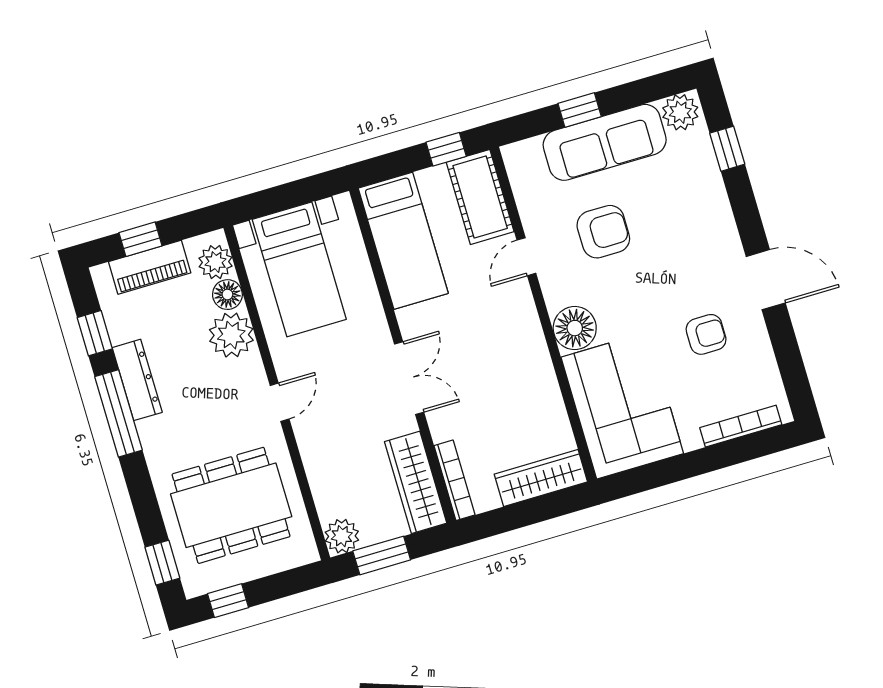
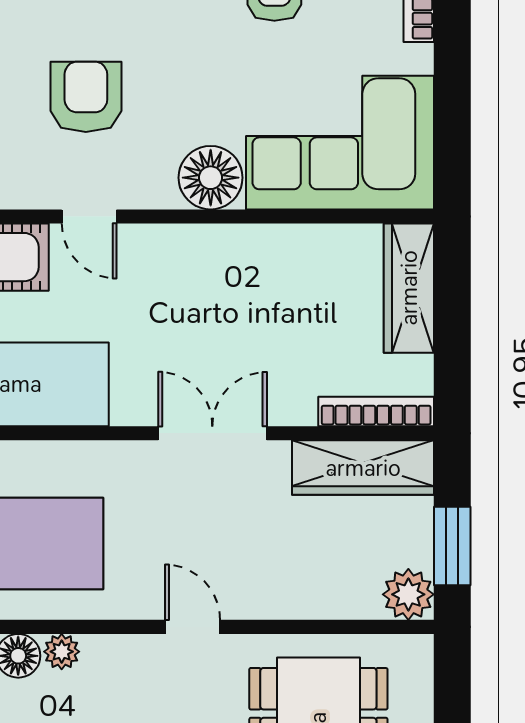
plant: (231, 335) -> (62, 652), width x0.53, depth x0.53

